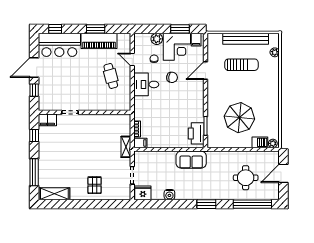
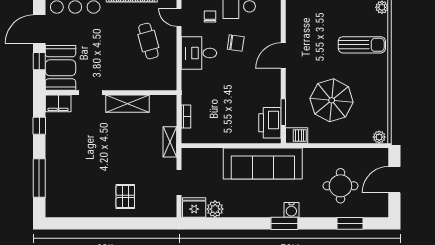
sun lounger: (241, 65) -> (362, 45), moved
door: (205, 71) -> (283, 56), moved
booth: (49, 95) -> (60, 68), added
barbecue: (260, 142) -> (297, 135), moved
filing cabinet: (140, 143) -> (191, 136), removed
sofa: (191, 160) -> (263, 163), width x1.85, depth x1.27
shelving: (54, 194) -> (127, 104), moved
plant: (158, 194) -> (215, 209), added
water cooler: (169, 195) -> (291, 210), moved
window: (252, 204) -> (350, 223), width x0.47

